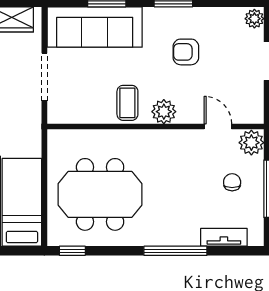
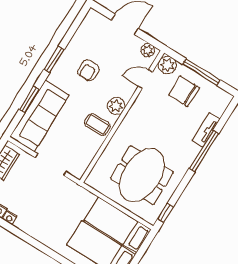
plant: (254, 19) -> (148, 50), moved
chair: (232, 182) -> (184, 91), width x1.87, depth x1.87
tv unit: (224, 237) -> (206, 130), moved

